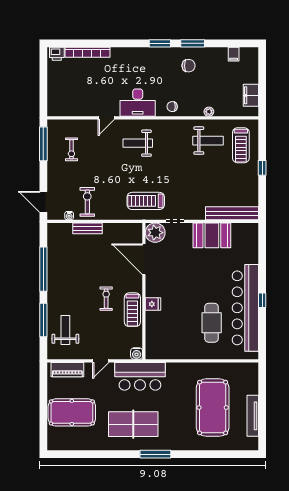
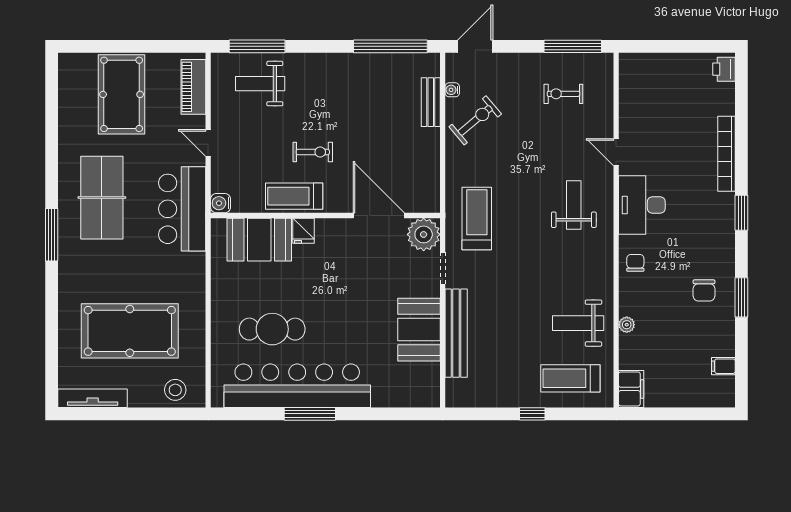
window: (160, 43) -> (741, 213), moved
bookcase: (87, 52) -> (727, 154), moved
filing cabinet: (251, 95) -> (631, 389), moved, turned 90
weight bench: (208, 141) -> (578, 323), turned 90
exercise bike: (87, 202) -> (475, 120), turned -40
bench: (232, 213) -> (456, 333), moved
bench: (88, 228) -> (431, 102), moved
door: (144, 259) -> (379, 216), hinge flipped
window: (43, 269) -> (390, 46), moved
window: (262, 300) -> (310, 414), width x2.17
window: (43, 320) -> (257, 46), moved
weight bench: (65, 330) -> (260, 84), turned 180
booth: (158, 330) -> (259, 240), added
stool: (248, 380) -> (175, 390), added
tv unit: (253, 416) -> (93, 398), moved

